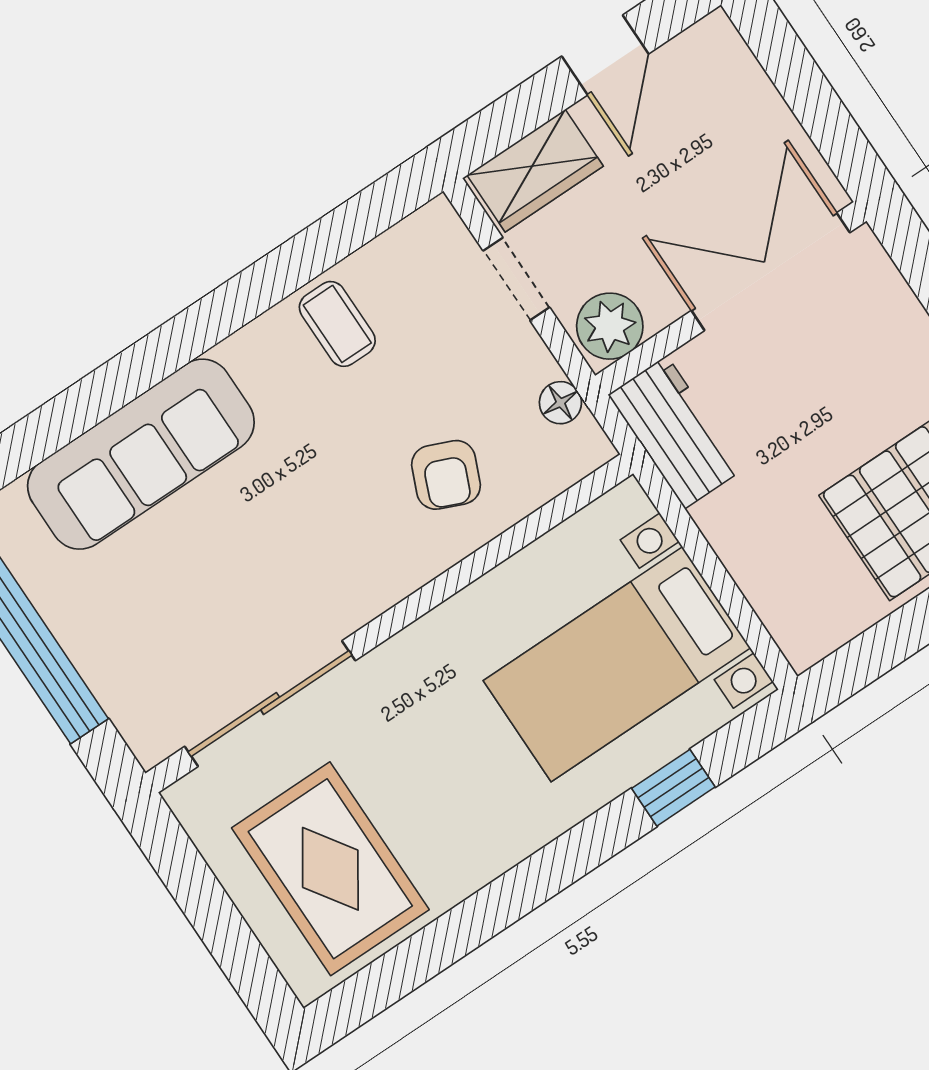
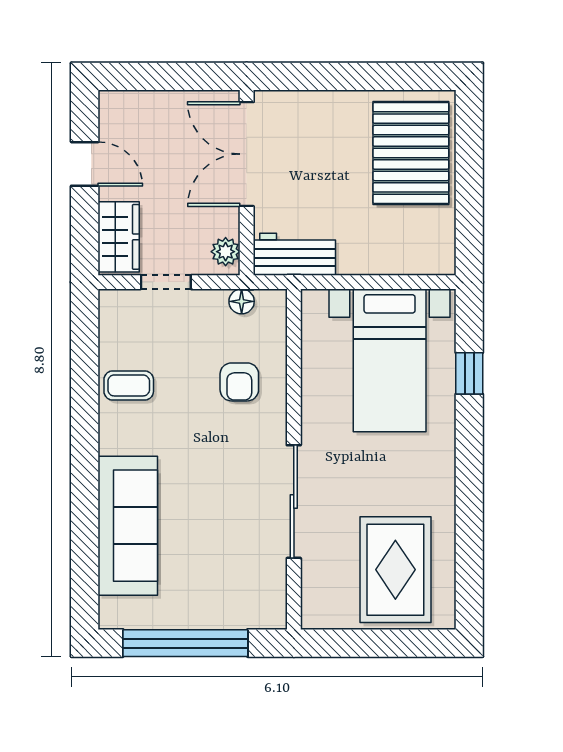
plant: (610, 326) -> (226, 252), width x0.73, depth x0.73
armchair: (446, 475) -> (239, 382), turned 67
sliding door: (270, 704) -> (294, 502), moved
rug: (330, 869) -> (395, 570), turned 90

